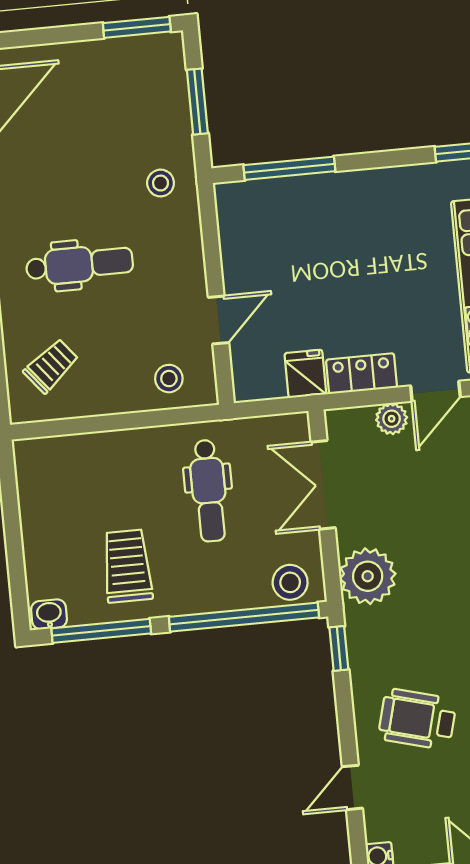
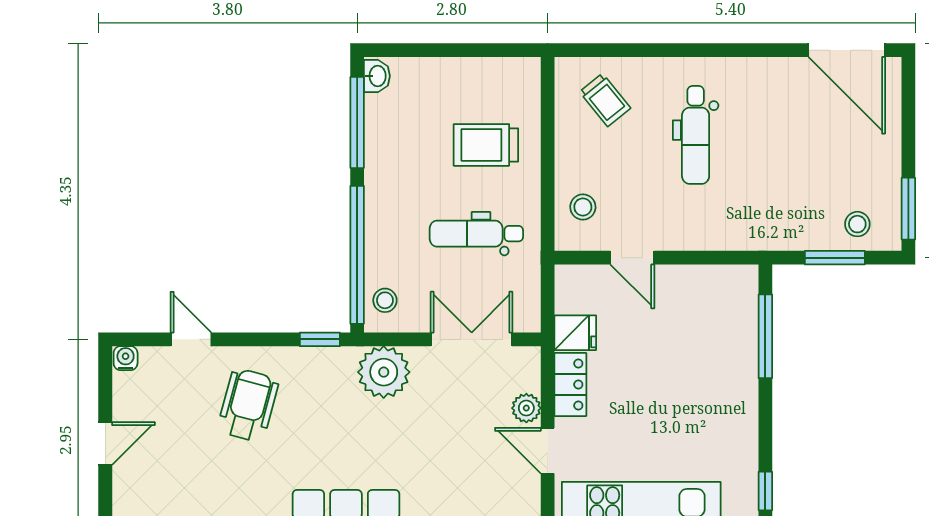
stool: (161, 183) -> (857, 224), moved
trolley: (127, 566) -> (486, 145), moved, turned 180
stool: (290, 582) -> (385, 300), width x0.73, depth x0.73

